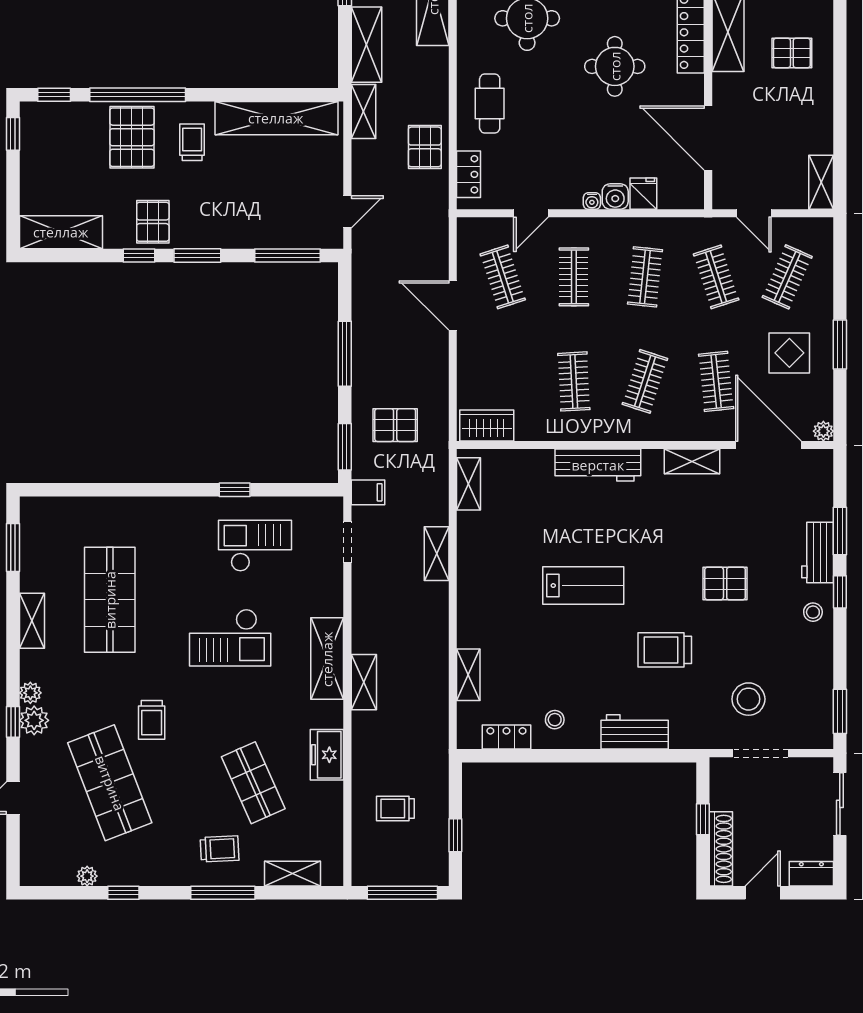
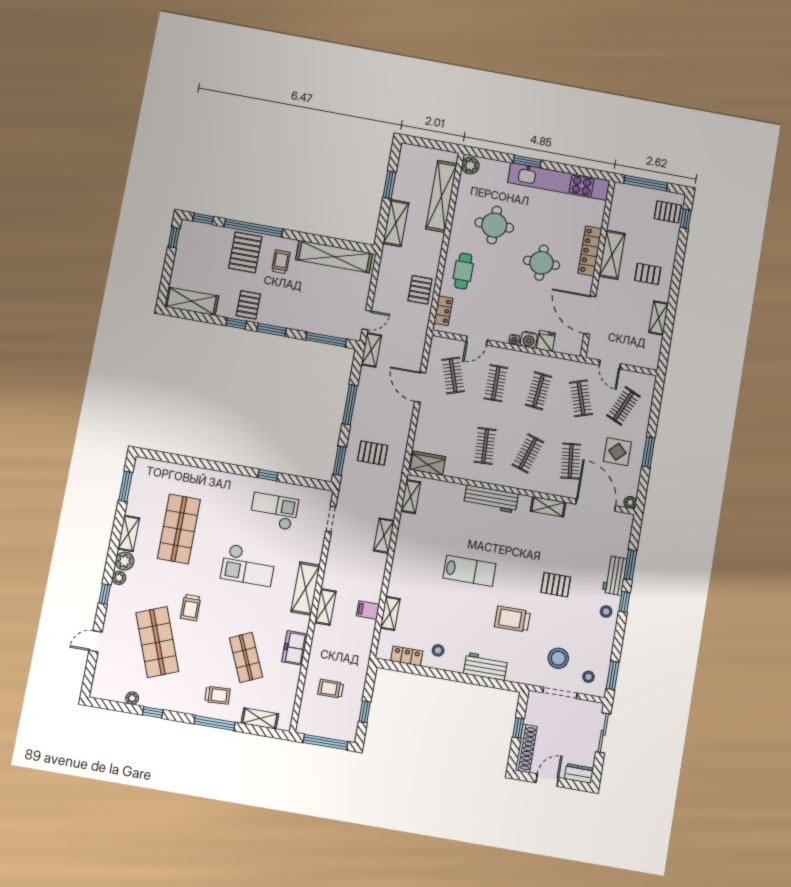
shelving: (364, 111) -> (371, 350), moved
shelving: (821, 182) -> (658, 318), moved
filing cabinet: (368, 492) -> (368, 610), moved, turned 180
plant: (34, 720) -> (125, 561), moved
stool: (802, 720) -> (588, 677), added

